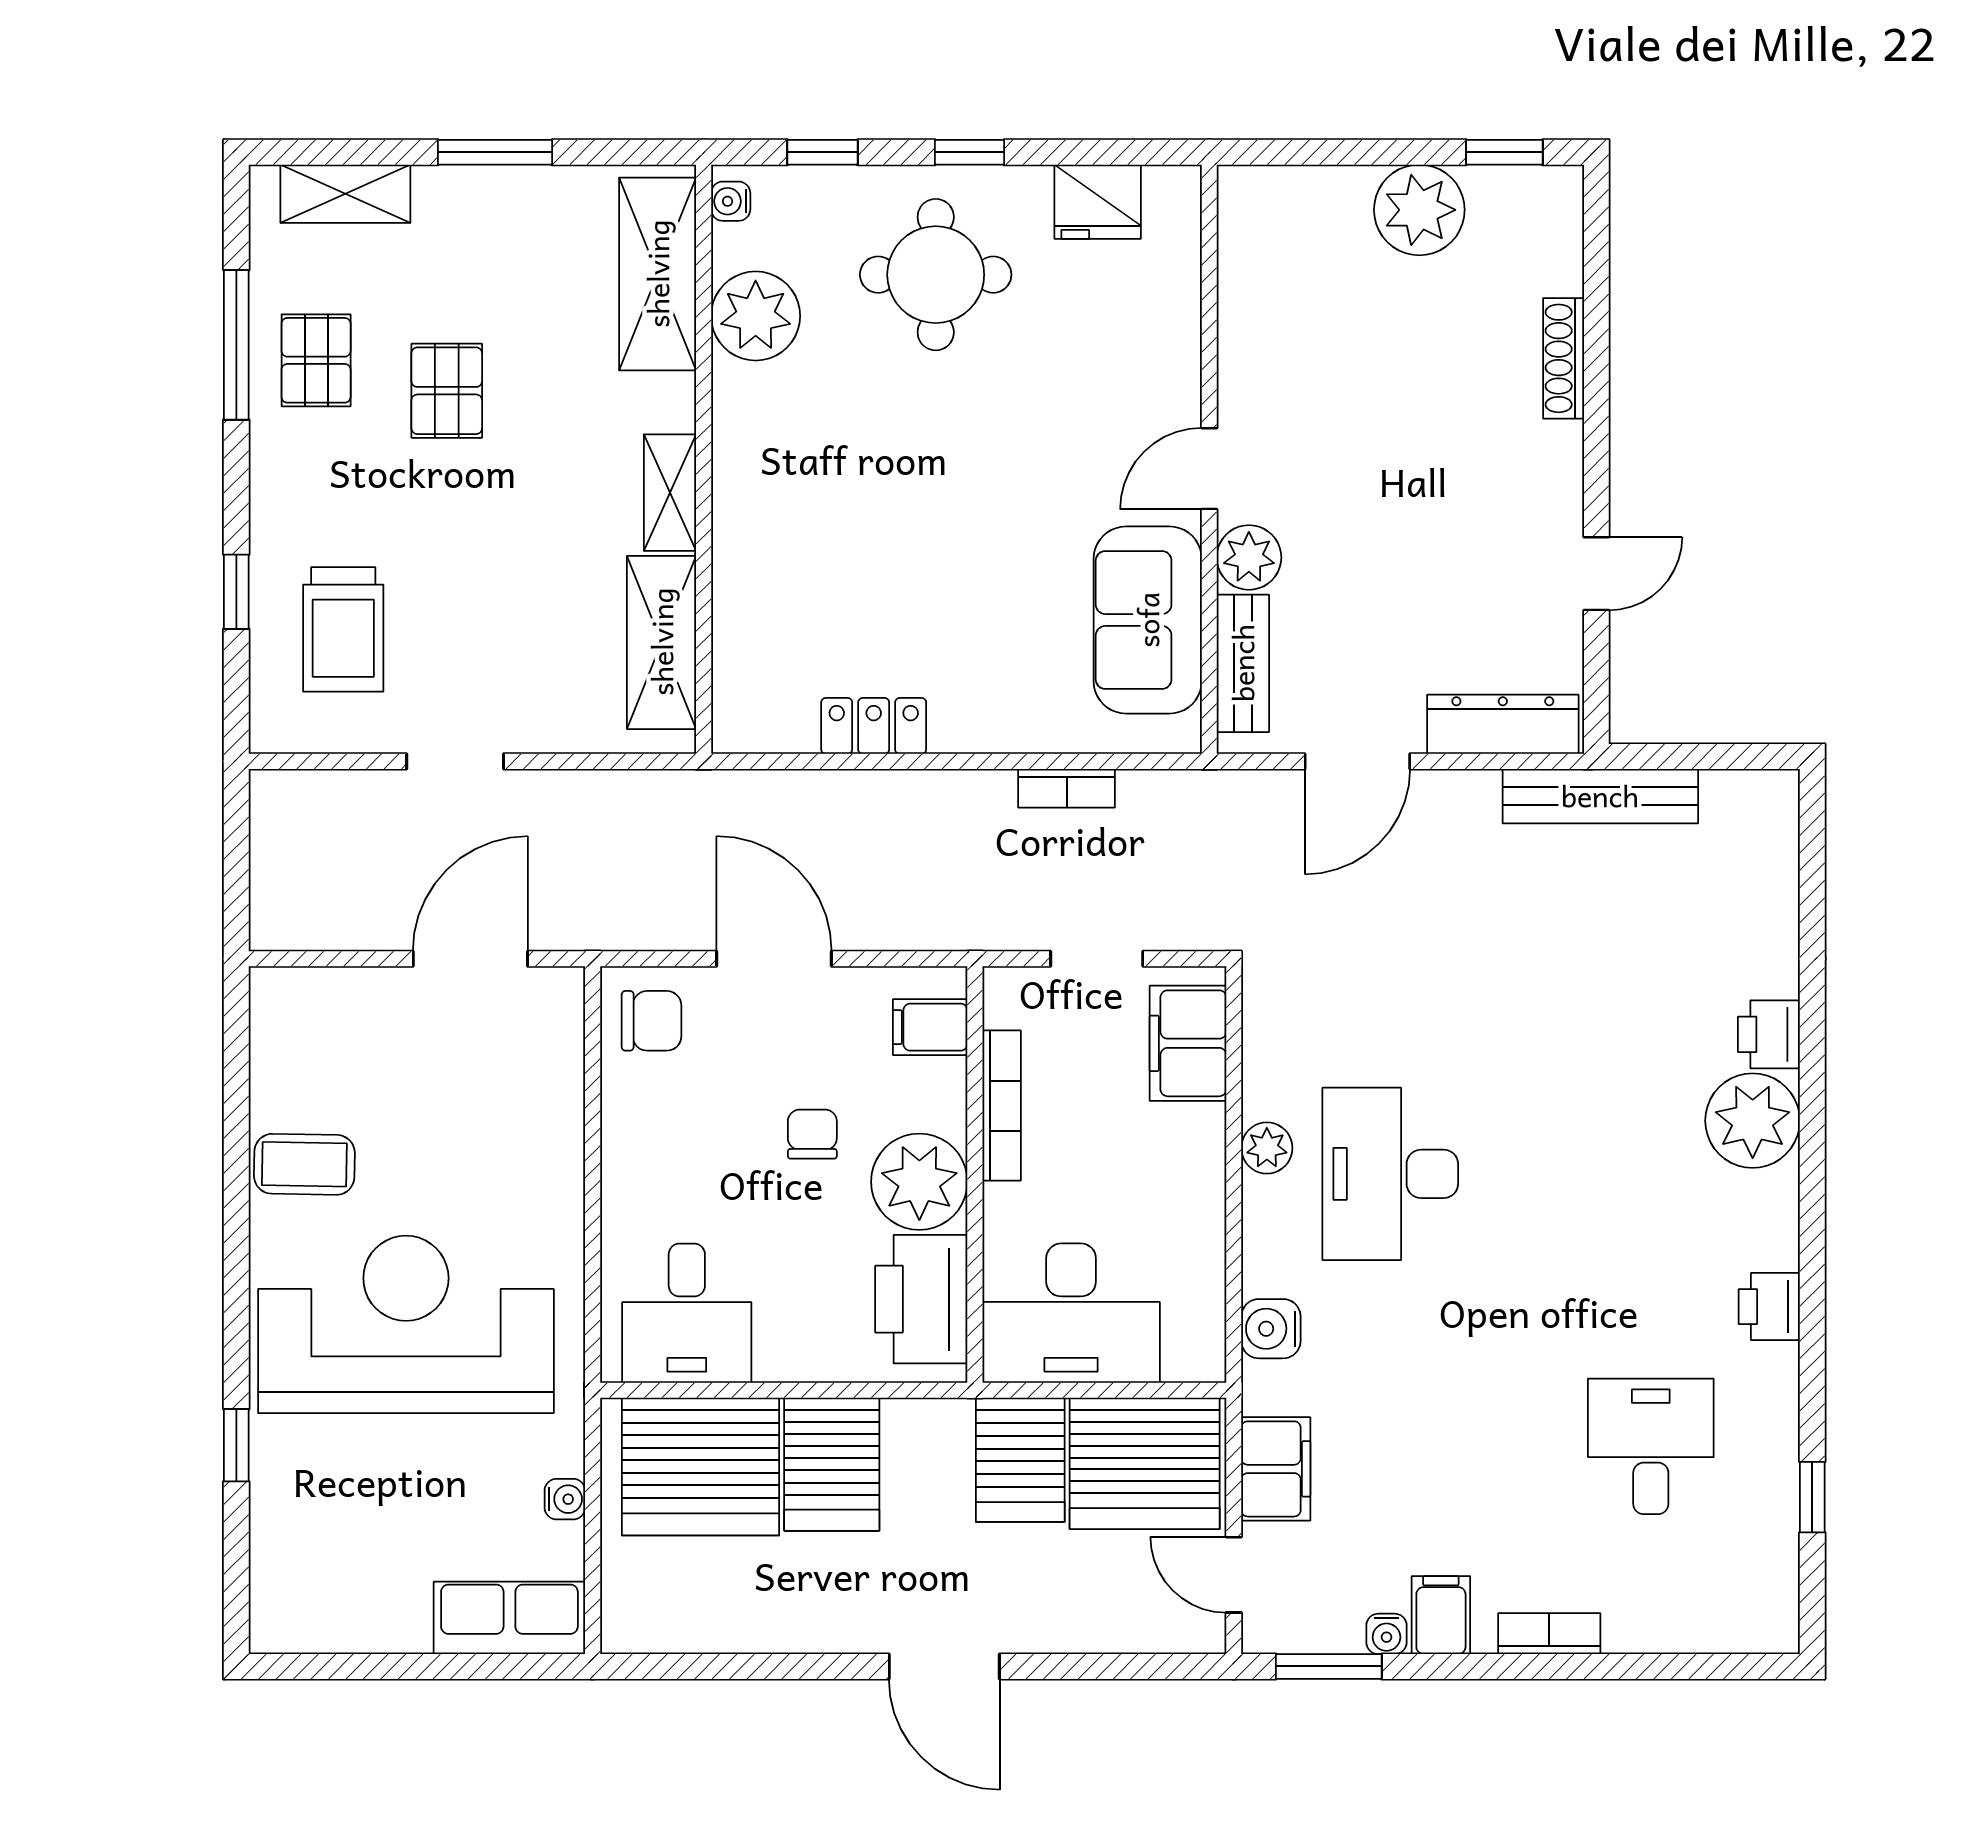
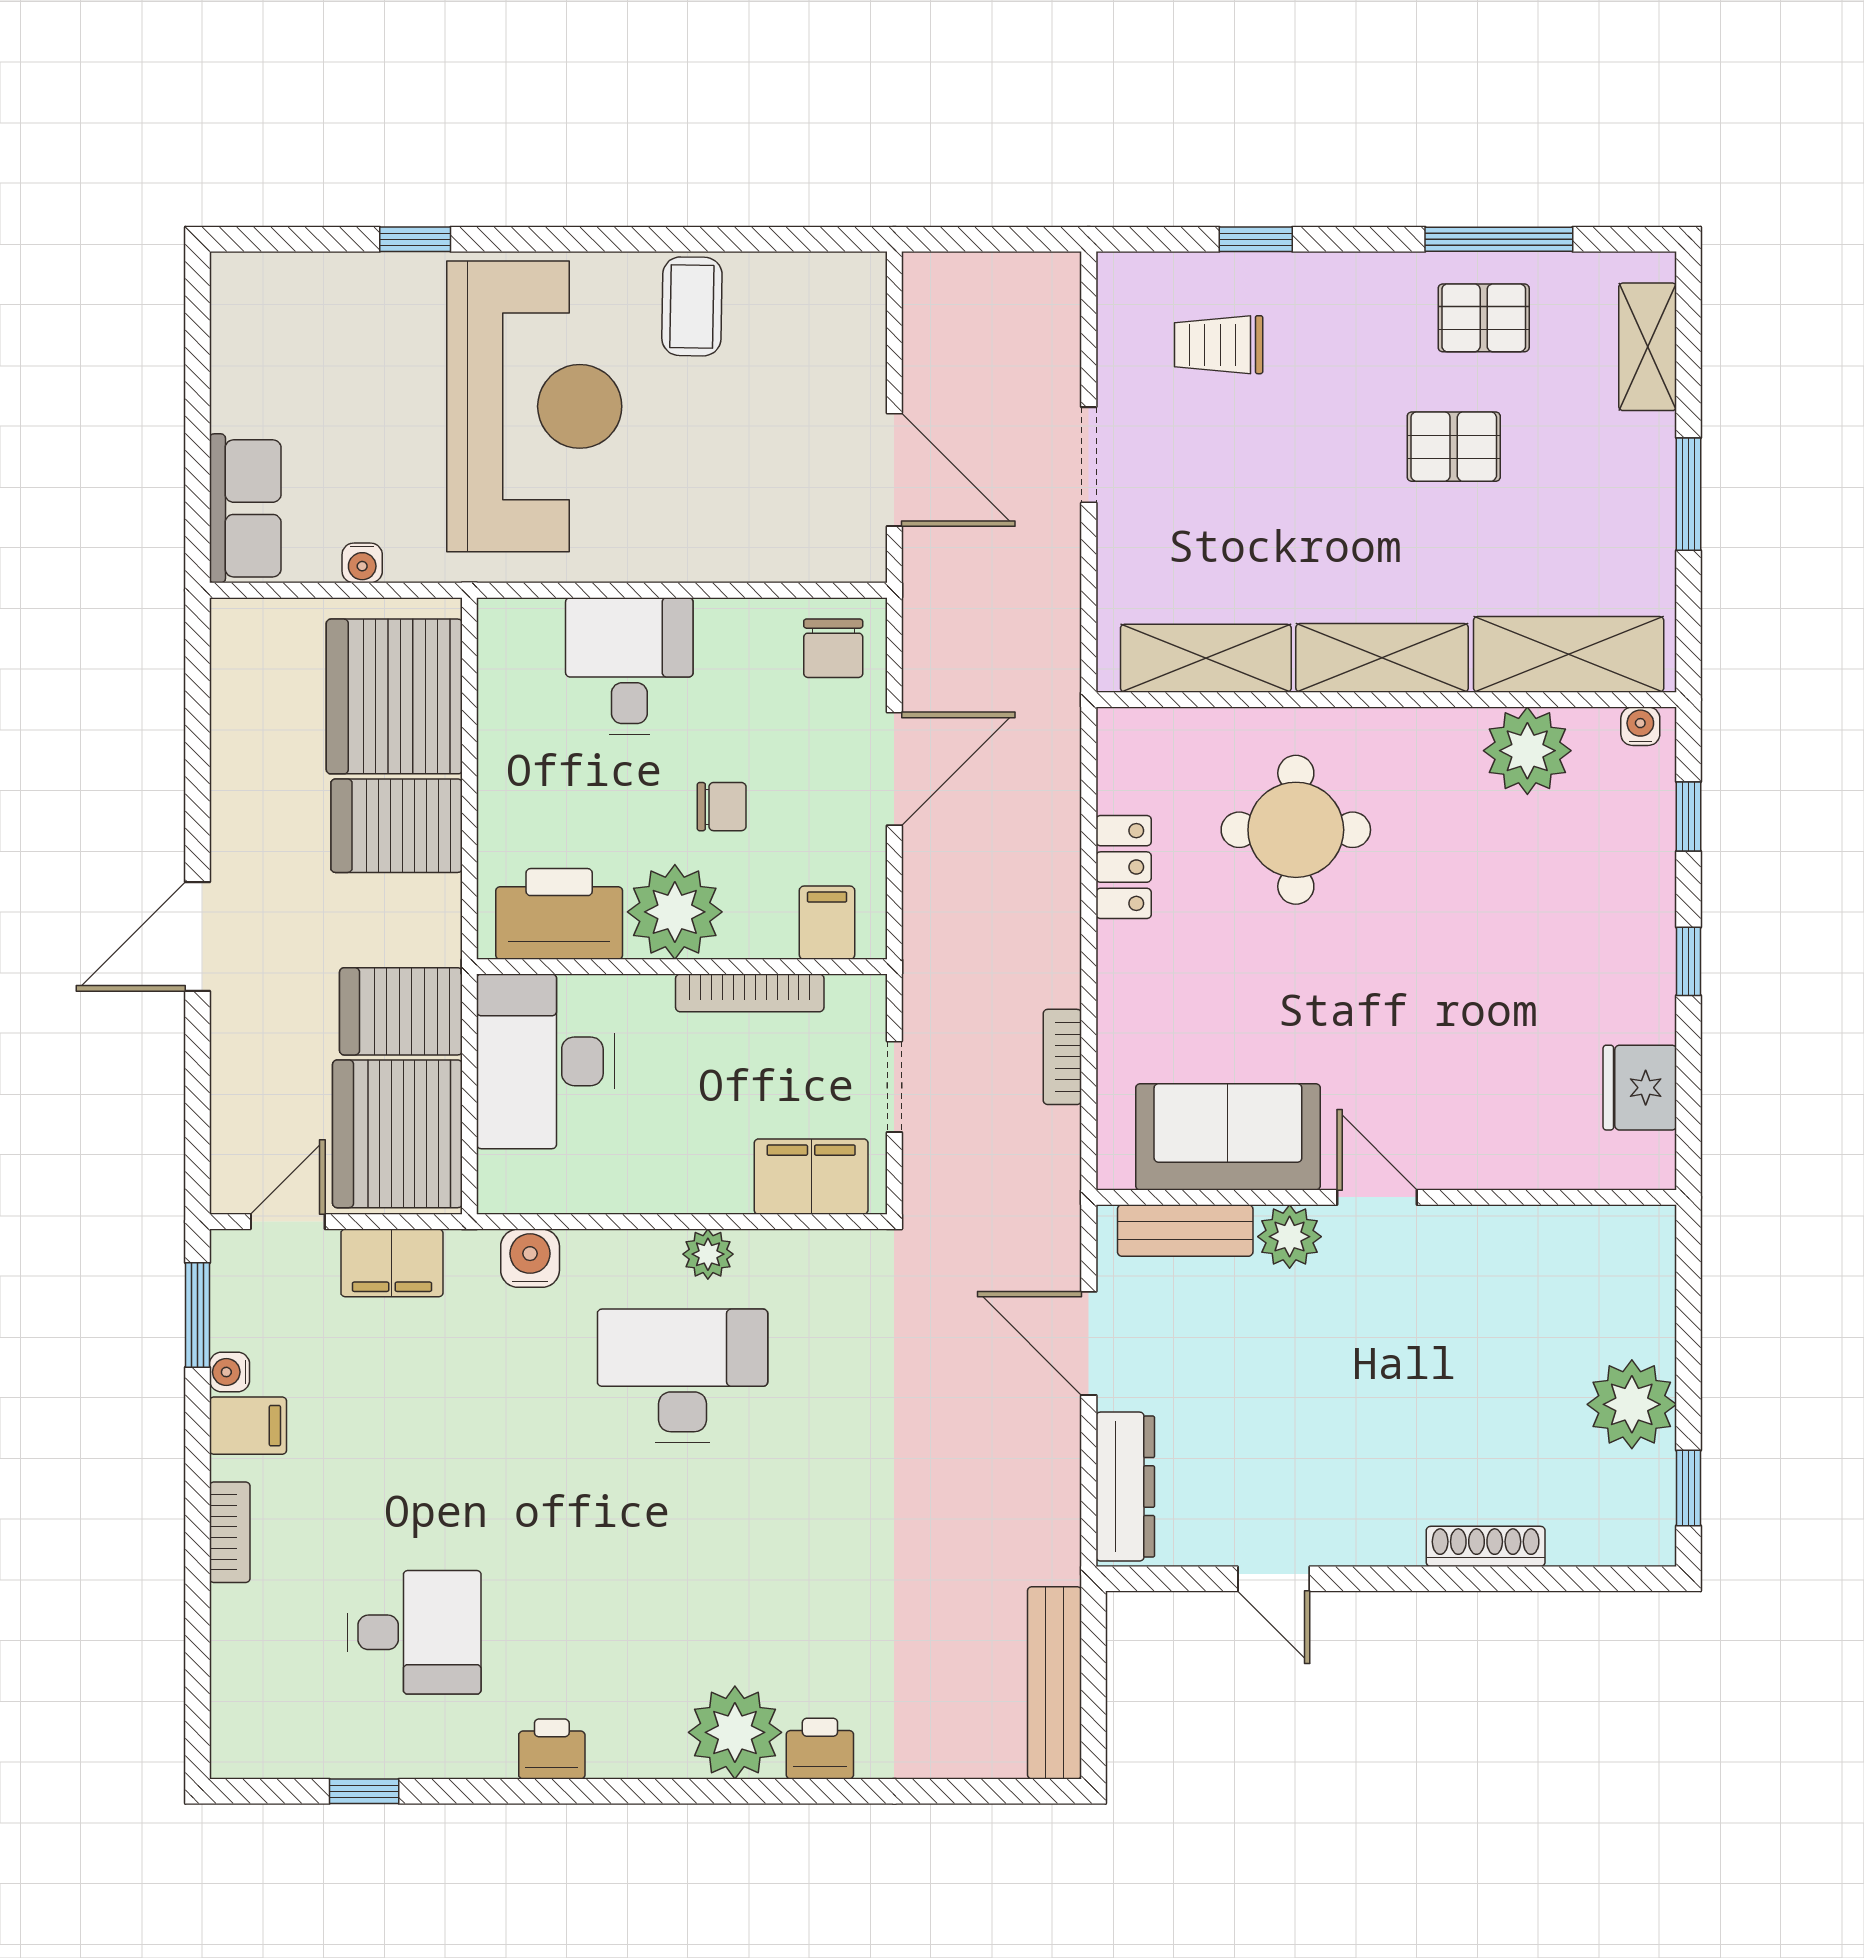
round table: (936, 275) -> (1296, 830), moved
shelving: (670, 493) -> (1382, 658), width x1.50, depth x1.33
trolley: (343, 629) -> (1219, 345), width x0.73, depth x0.72
bench: (1600, 796) -> (1054, 1683), moved
desk: (687, 1313) -> (629, 666), moved, turned 90

